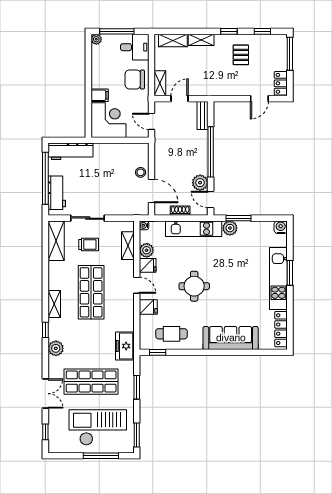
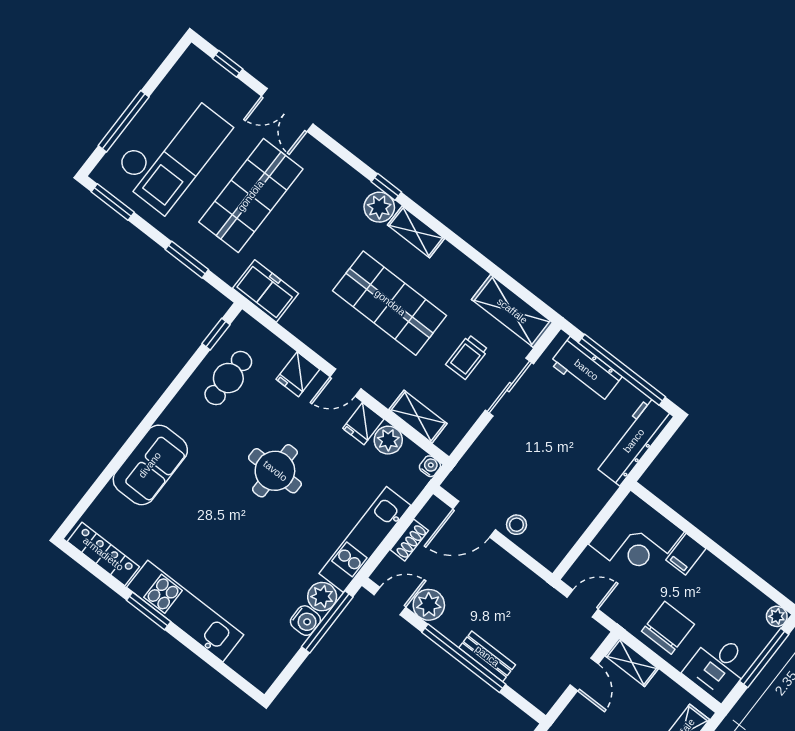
bench: (203, 115) -> (487, 656), moved
window: (238, 218) -> (327, 622), width x1.44
water cooler: (281, 227) -> (305, 621), moved
window: (290, 273) -> (149, 611), moved
sofa: (231, 338) -> (150, 465), width x0.73
plant: (56, 348) -> (379, 207), moved

